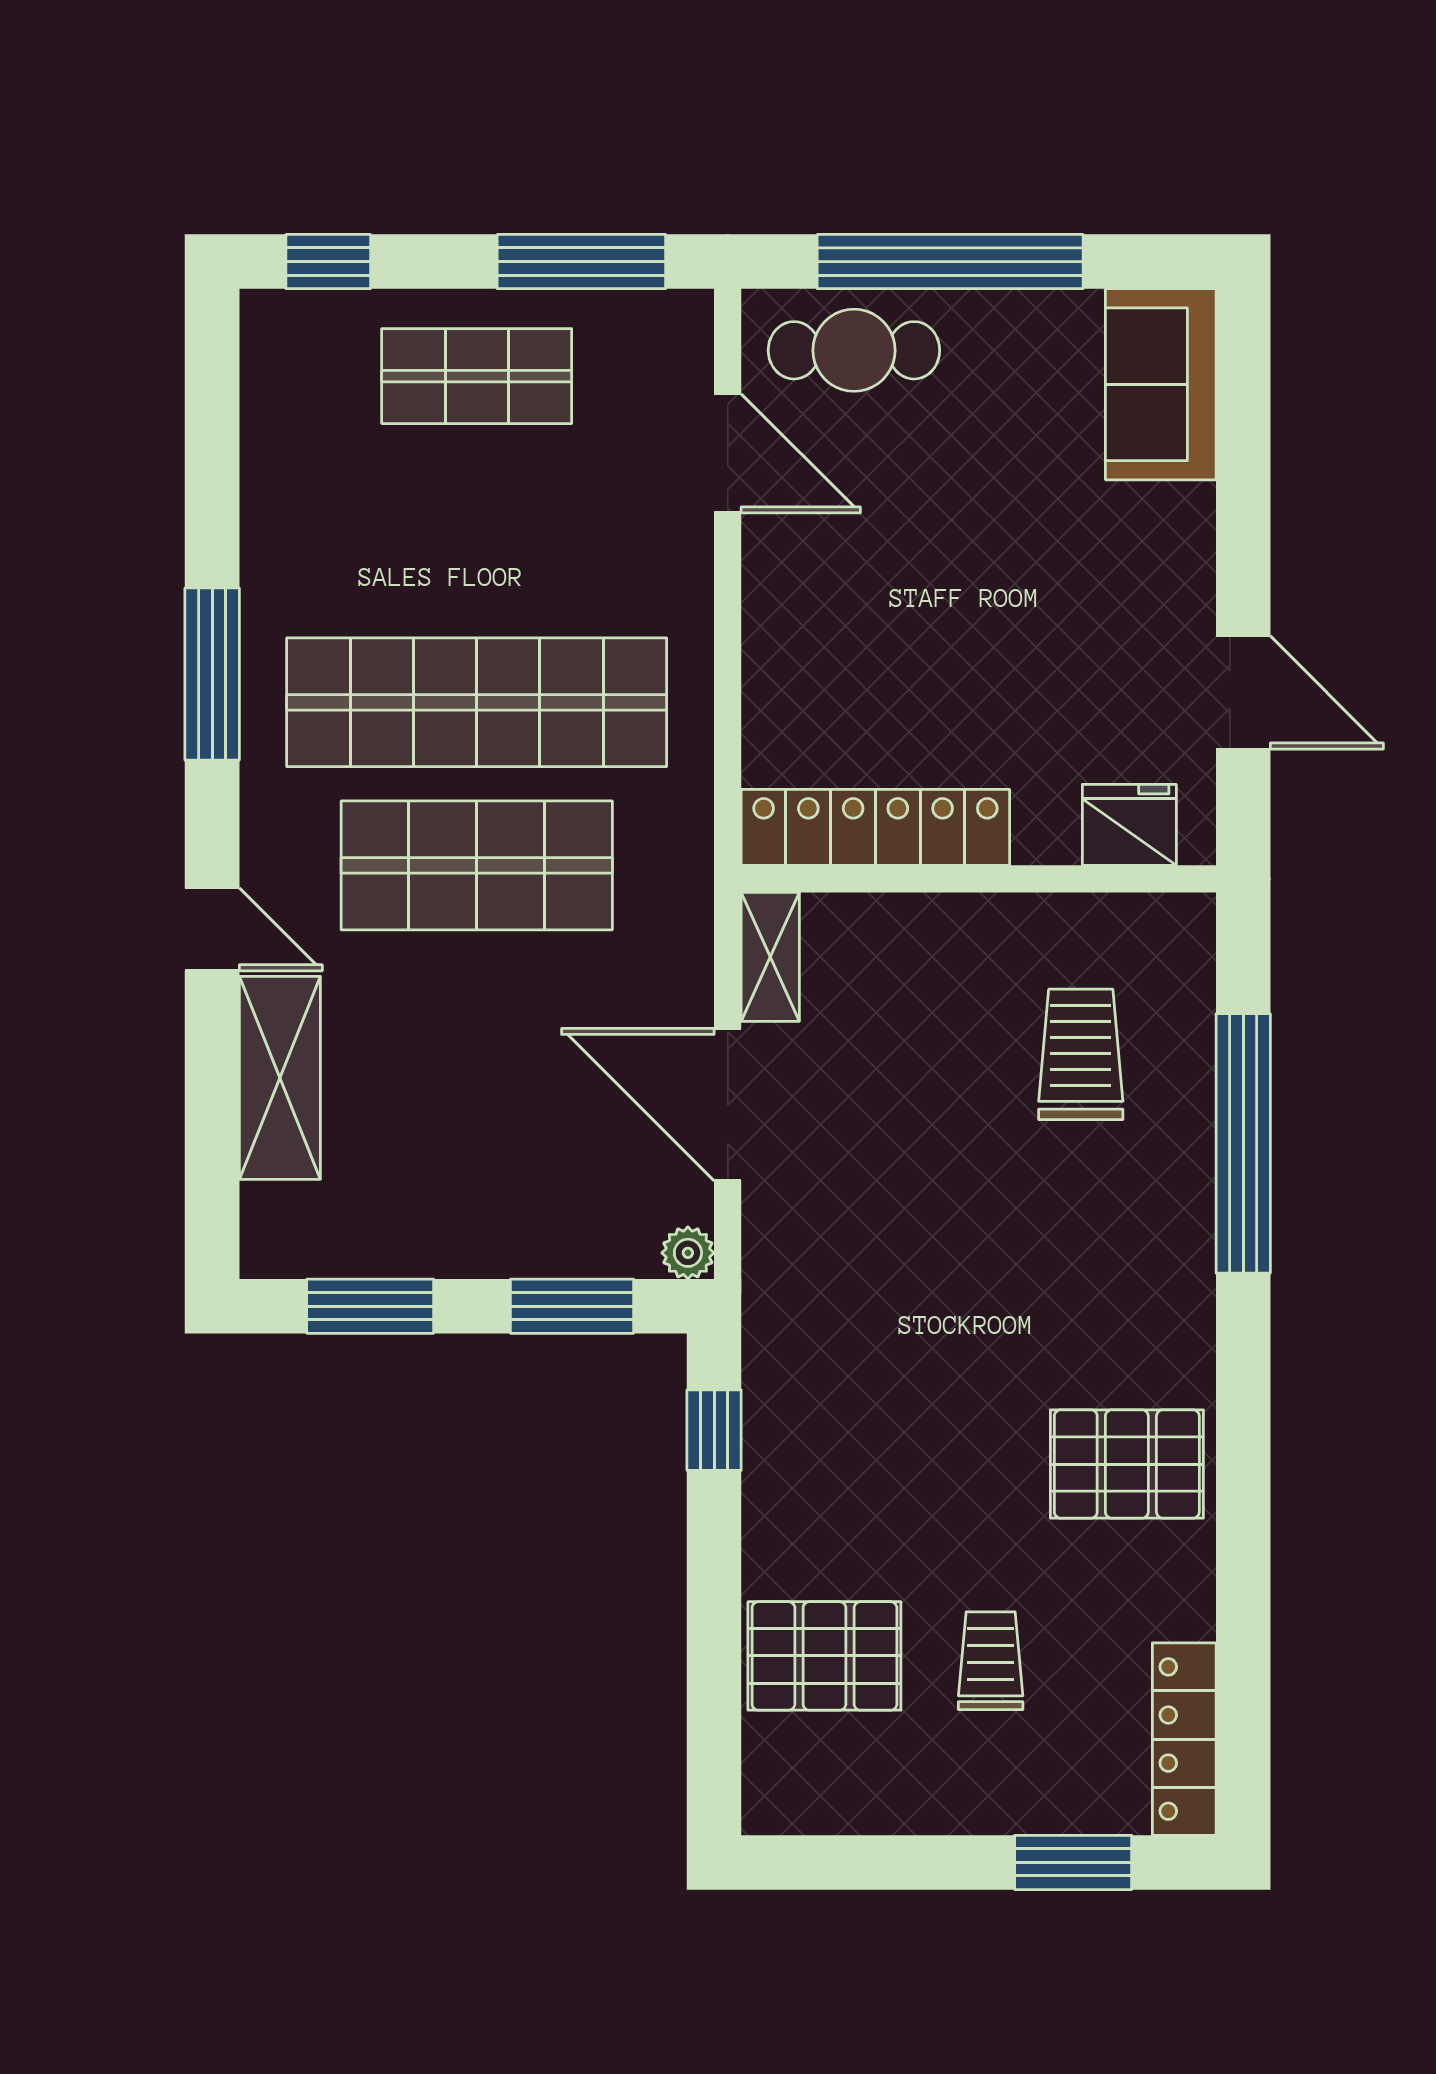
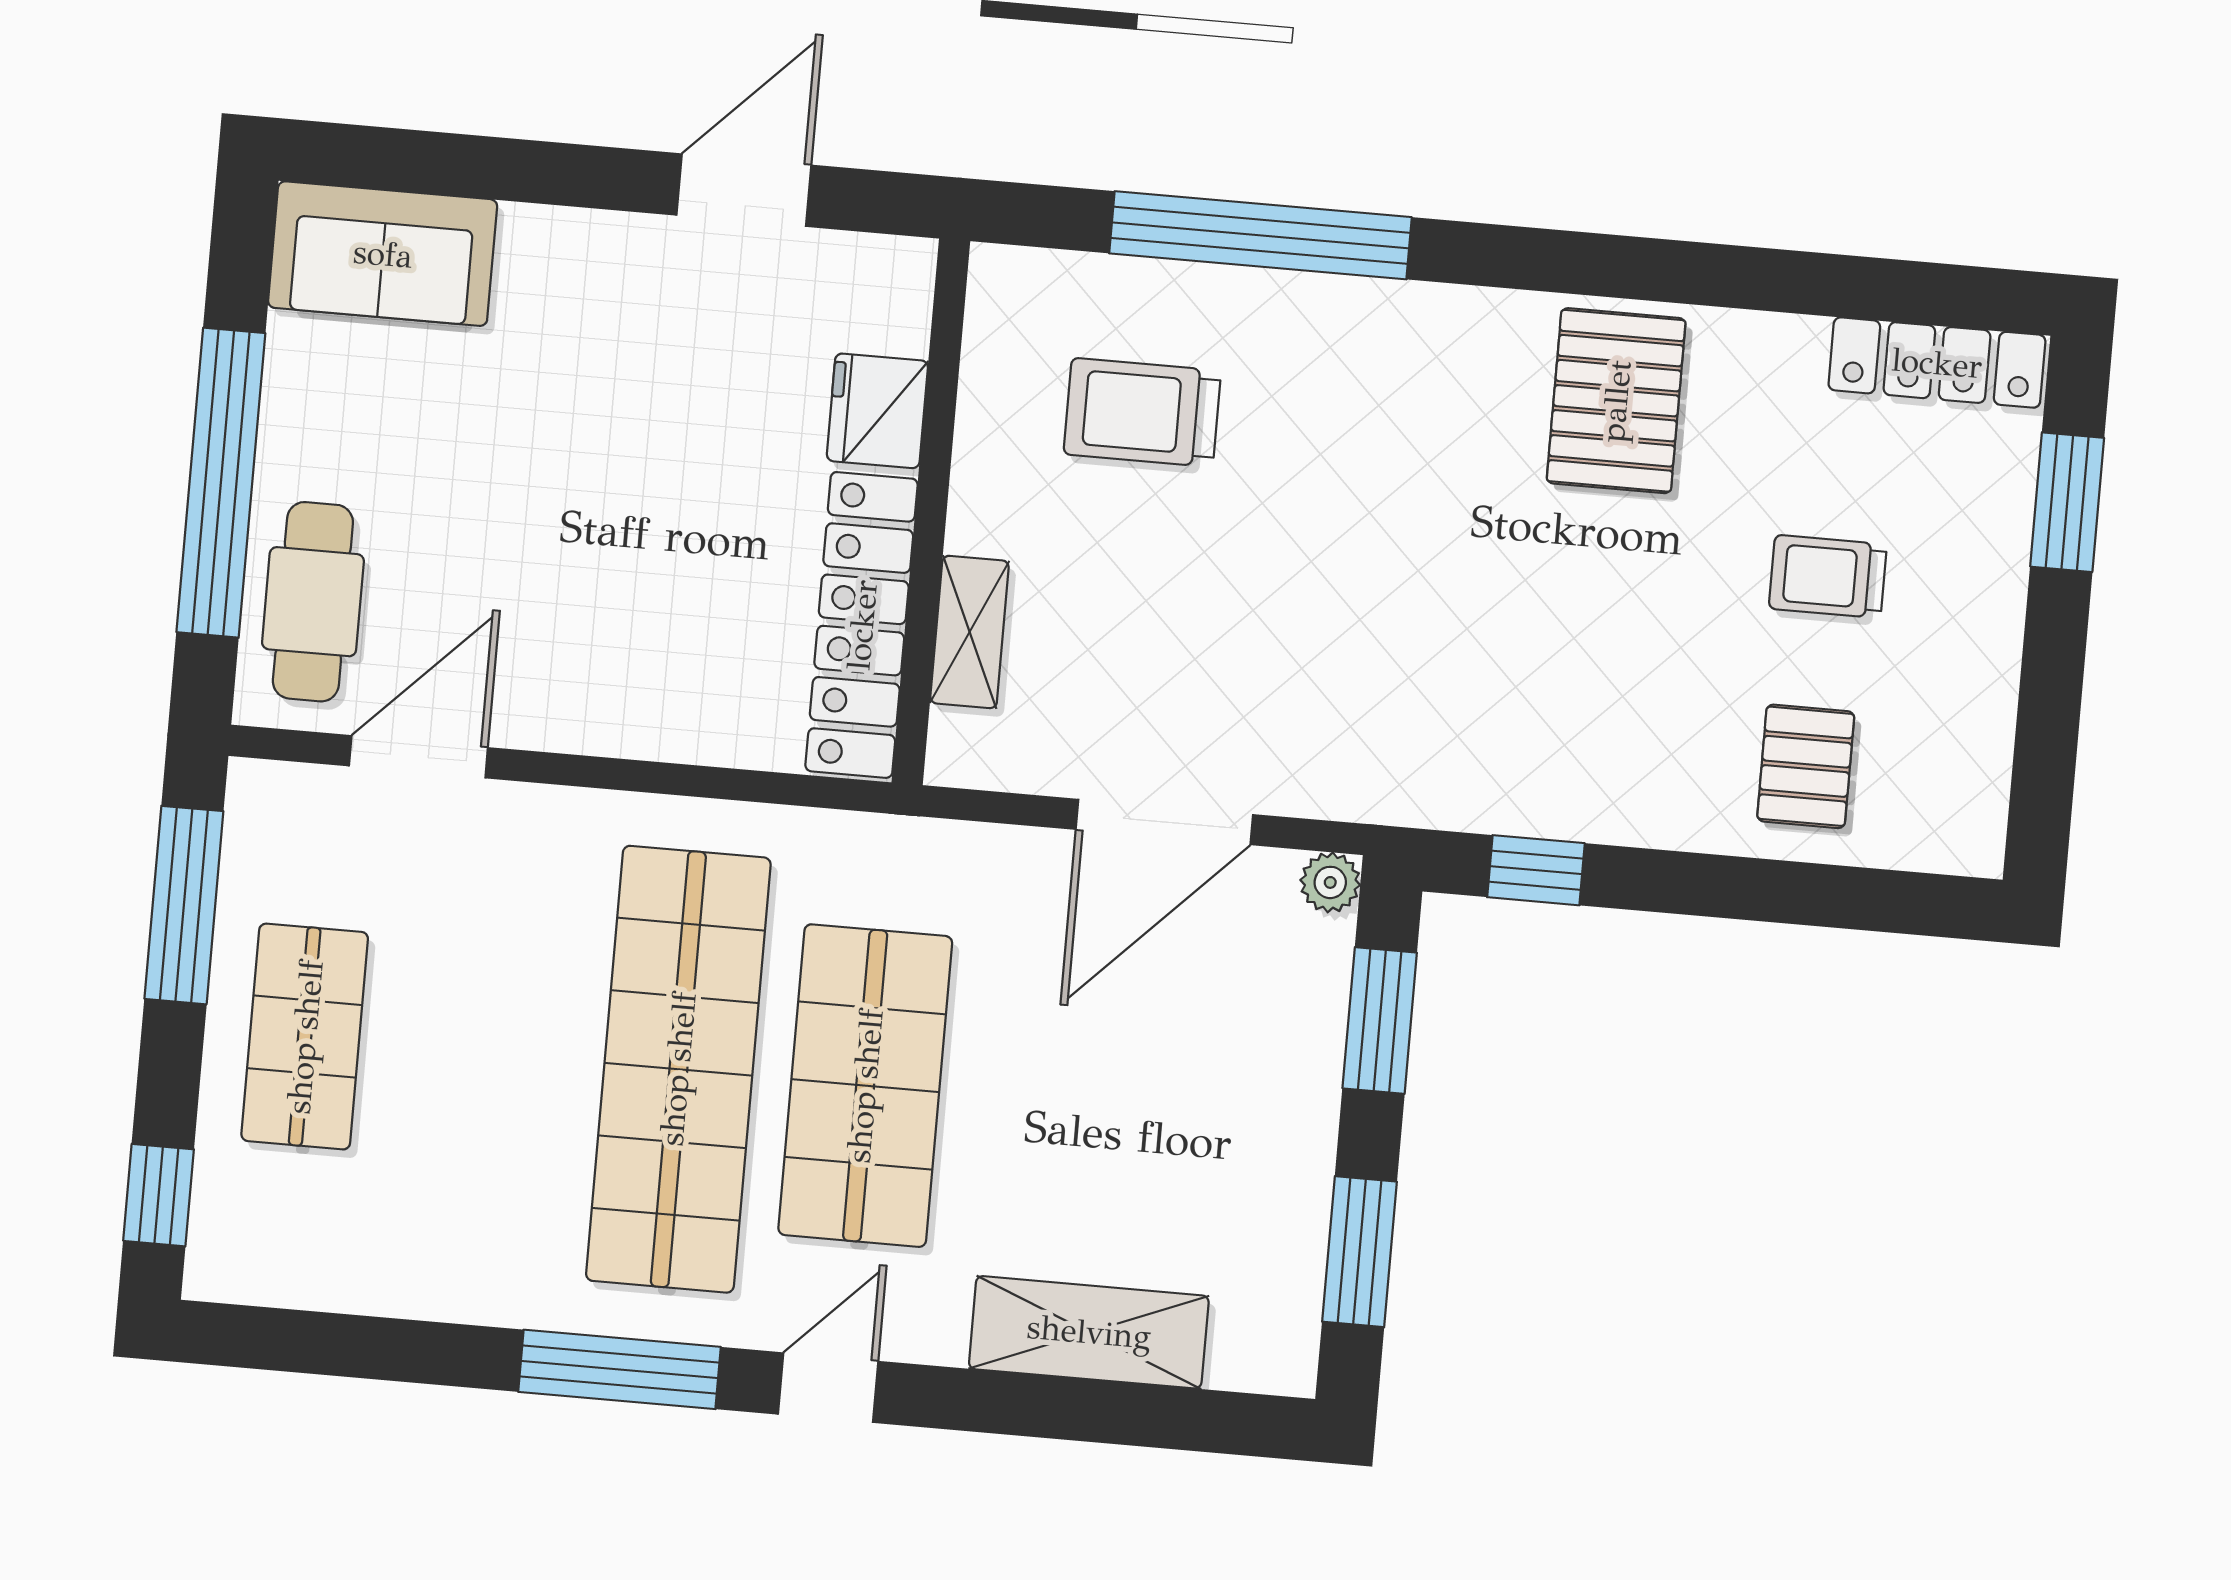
fridge: (1129, 825) -> (877, 411), moved
door: (212, 929) -> (828, 1388), moved
shelving: (770, 957) -> (970, 632), moved, turned 90
pallet: (824, 1656) -> (1806, 766), width x0.67, depth x0.71

